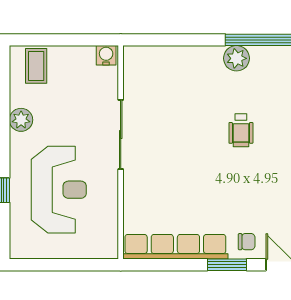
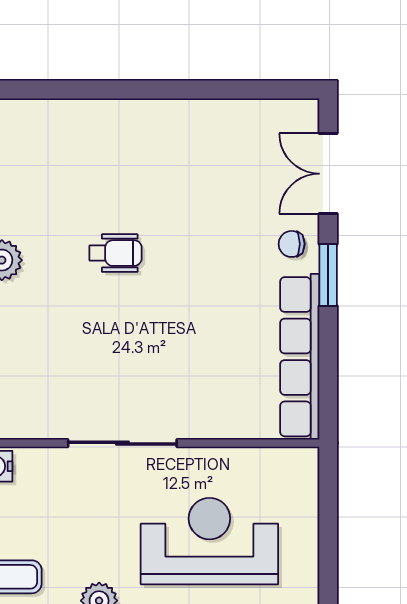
chair: (247, 242) -> (292, 244), turned -90

